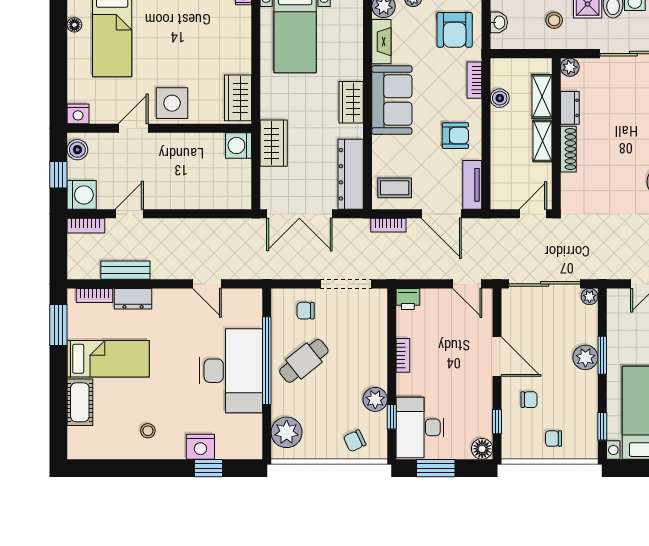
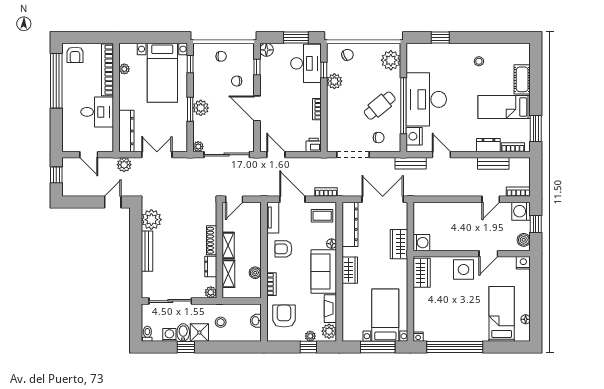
floor lamp: (380, 144) -> (332, 244), added
bench: (255, 270) -> (411, 163), added
nightstand: (200, 447) -> (414, 136), moved, turned -90

